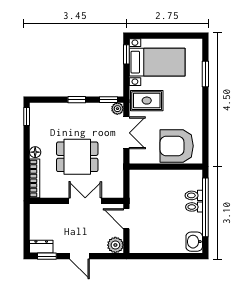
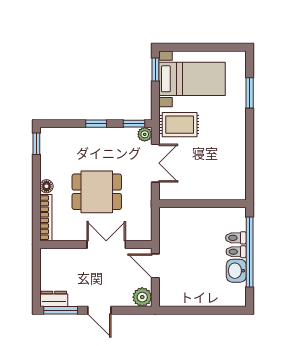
armchair: (177, 146) -> (215, 179), removed
washbasin: (194, 242) -> (236, 271), moved
window: (47, 256) -> (61, 310), width x1.50

